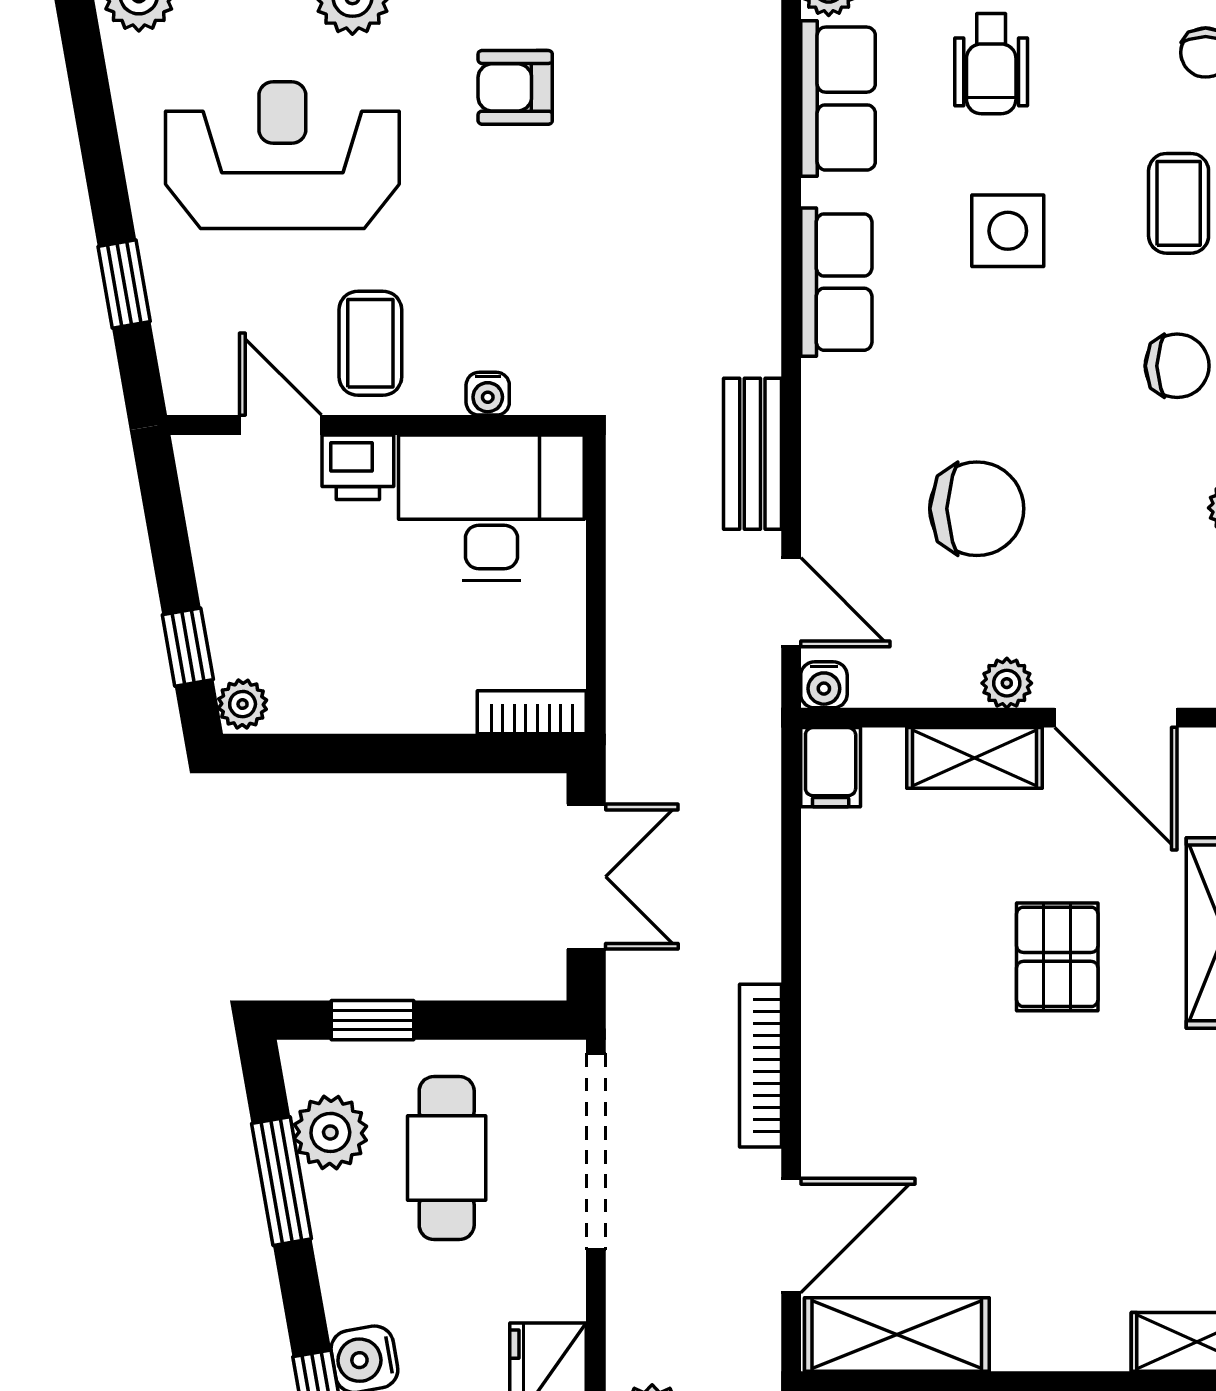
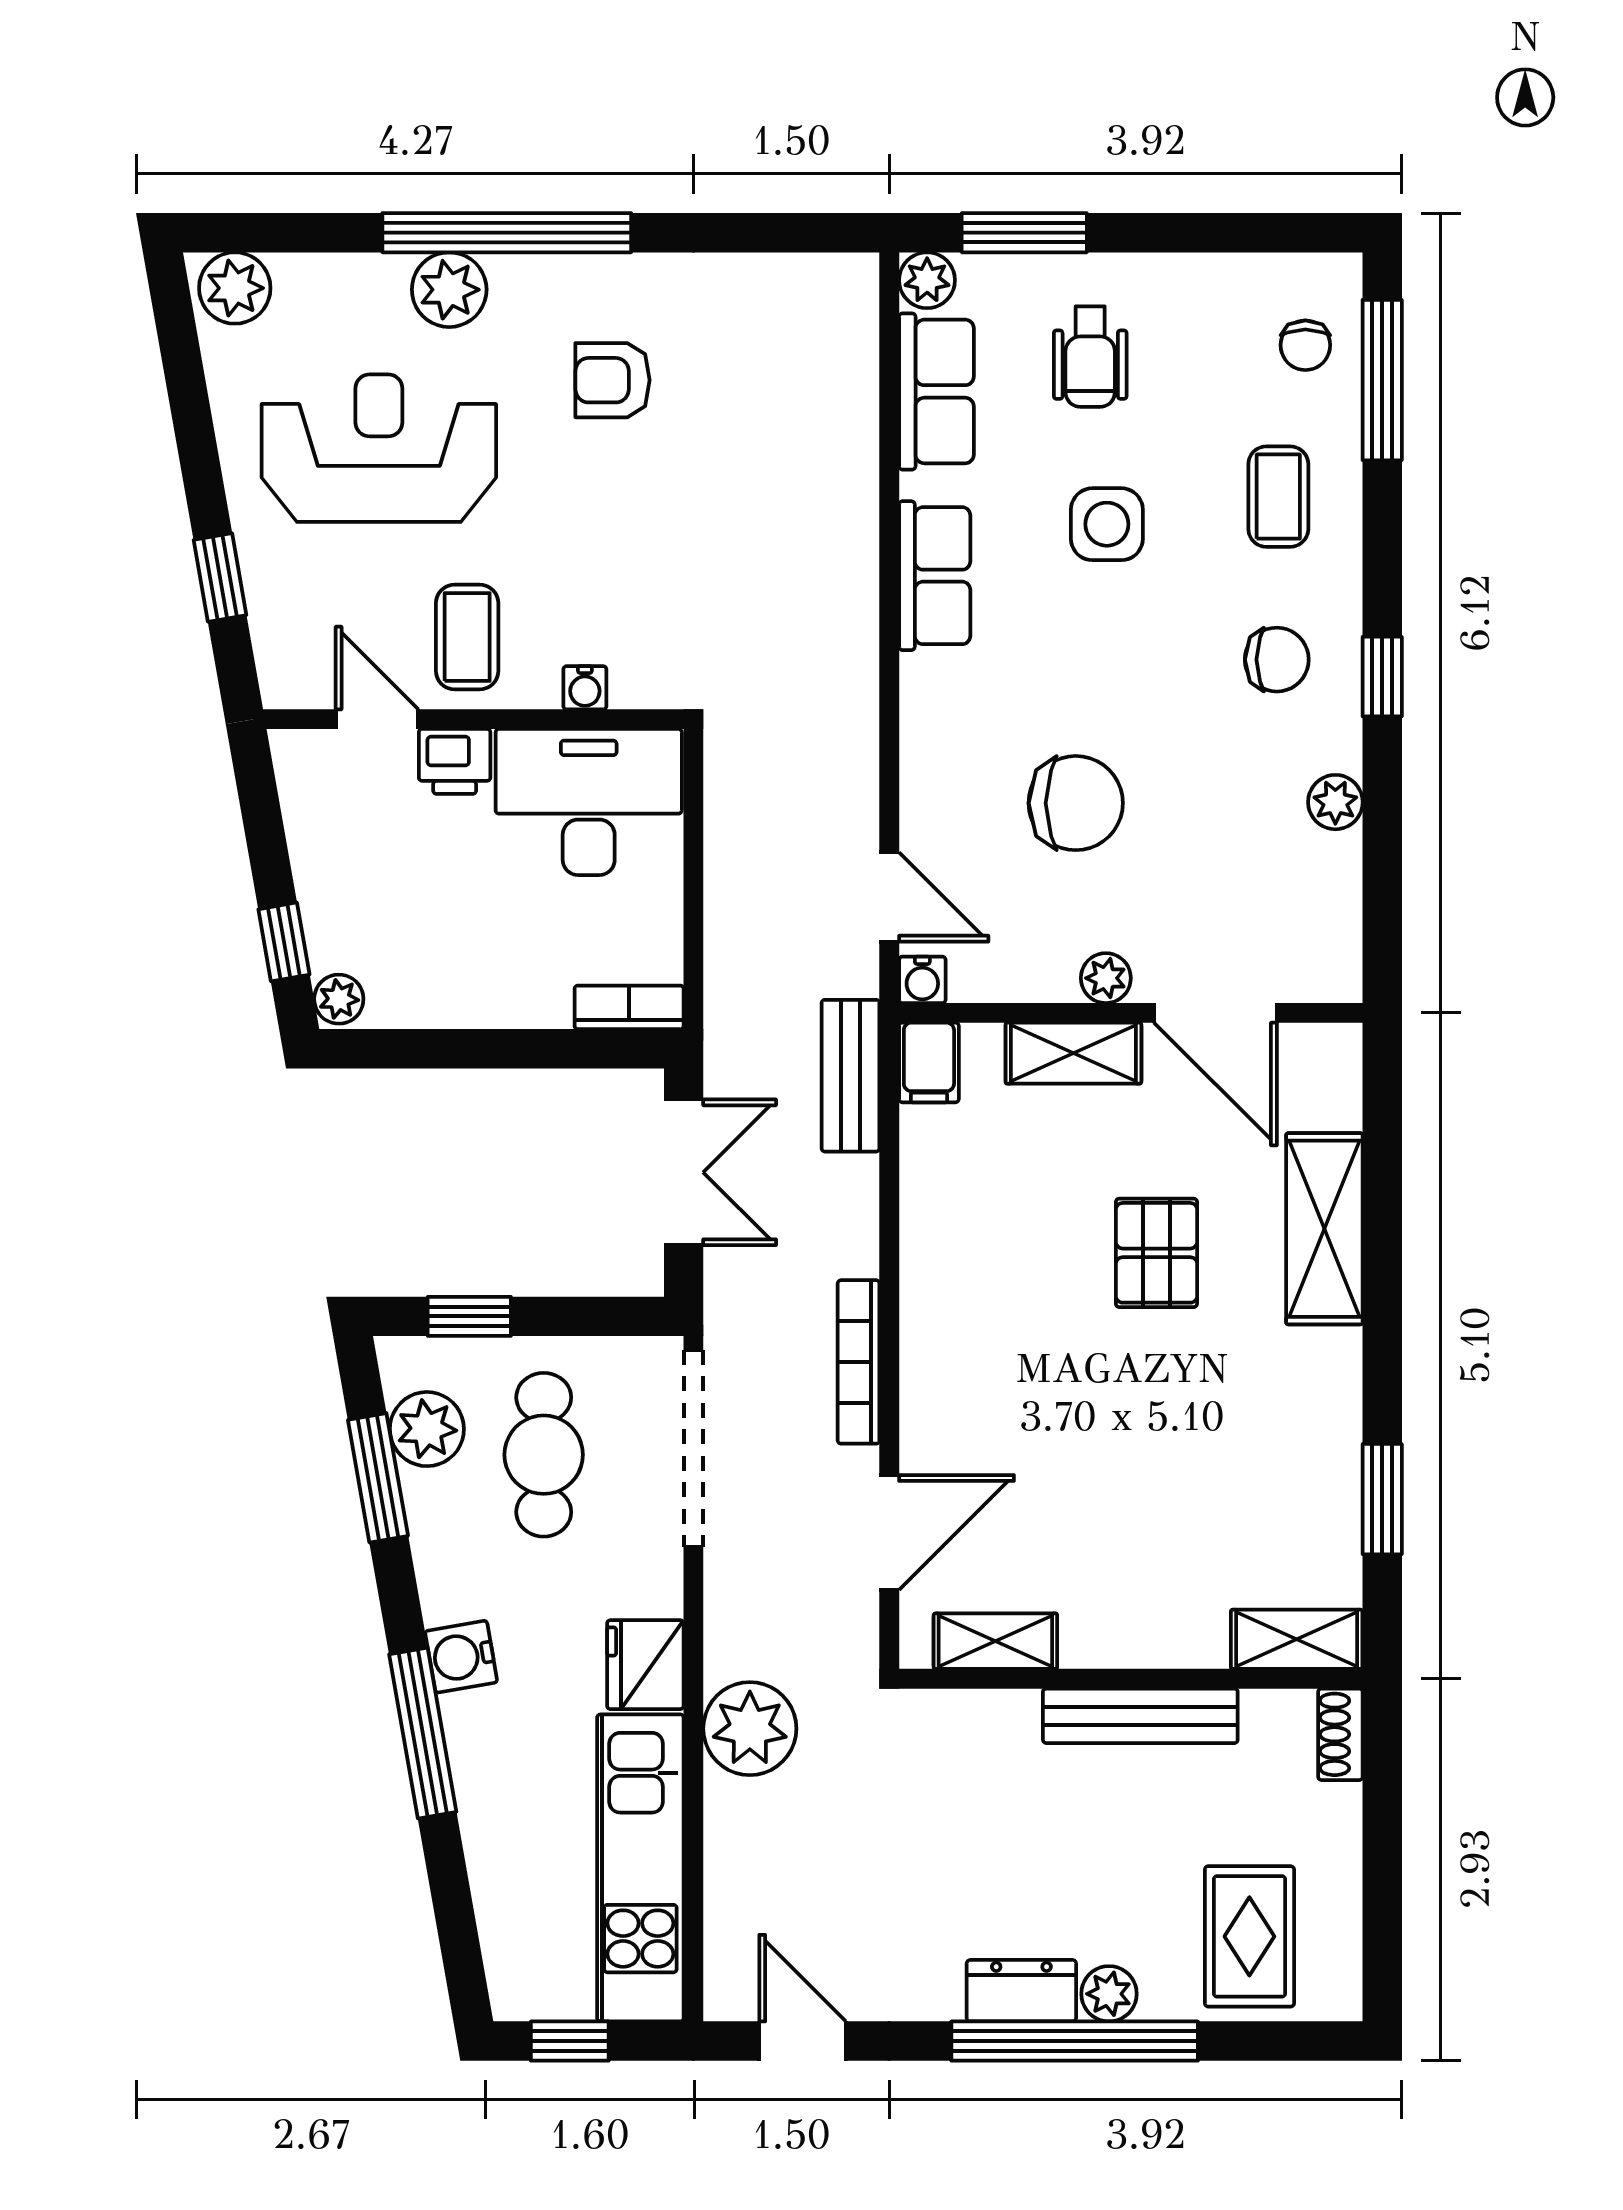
bench: (752, 454) -> (851, 1076), moved
shelving: (897, 1335) -> (995, 1641), width x0.67, depth x0.75

